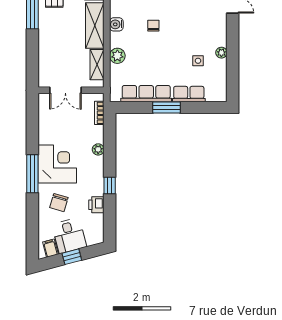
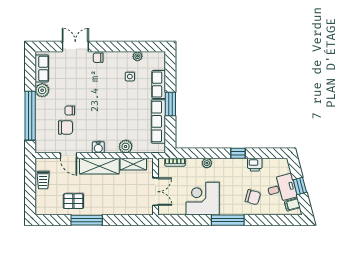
chair: (153, 26) -> (98, 58), moved
plant: (221, 53) -> (137, 56), moved
corner desk: (57, 164) -> (203, 199), moved

